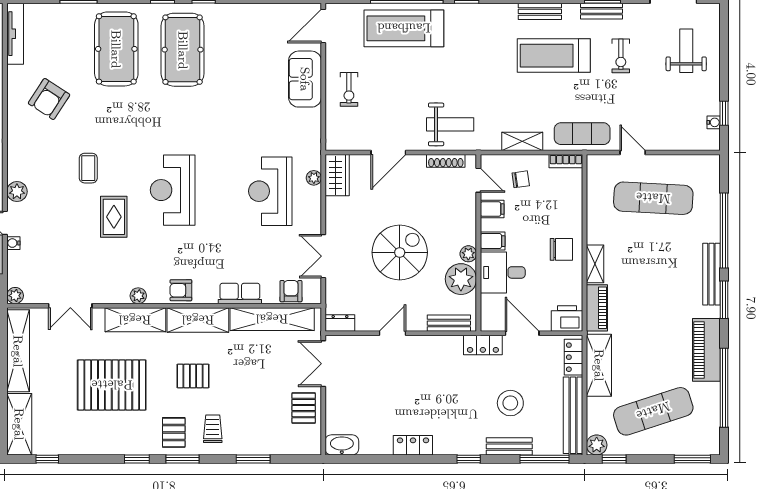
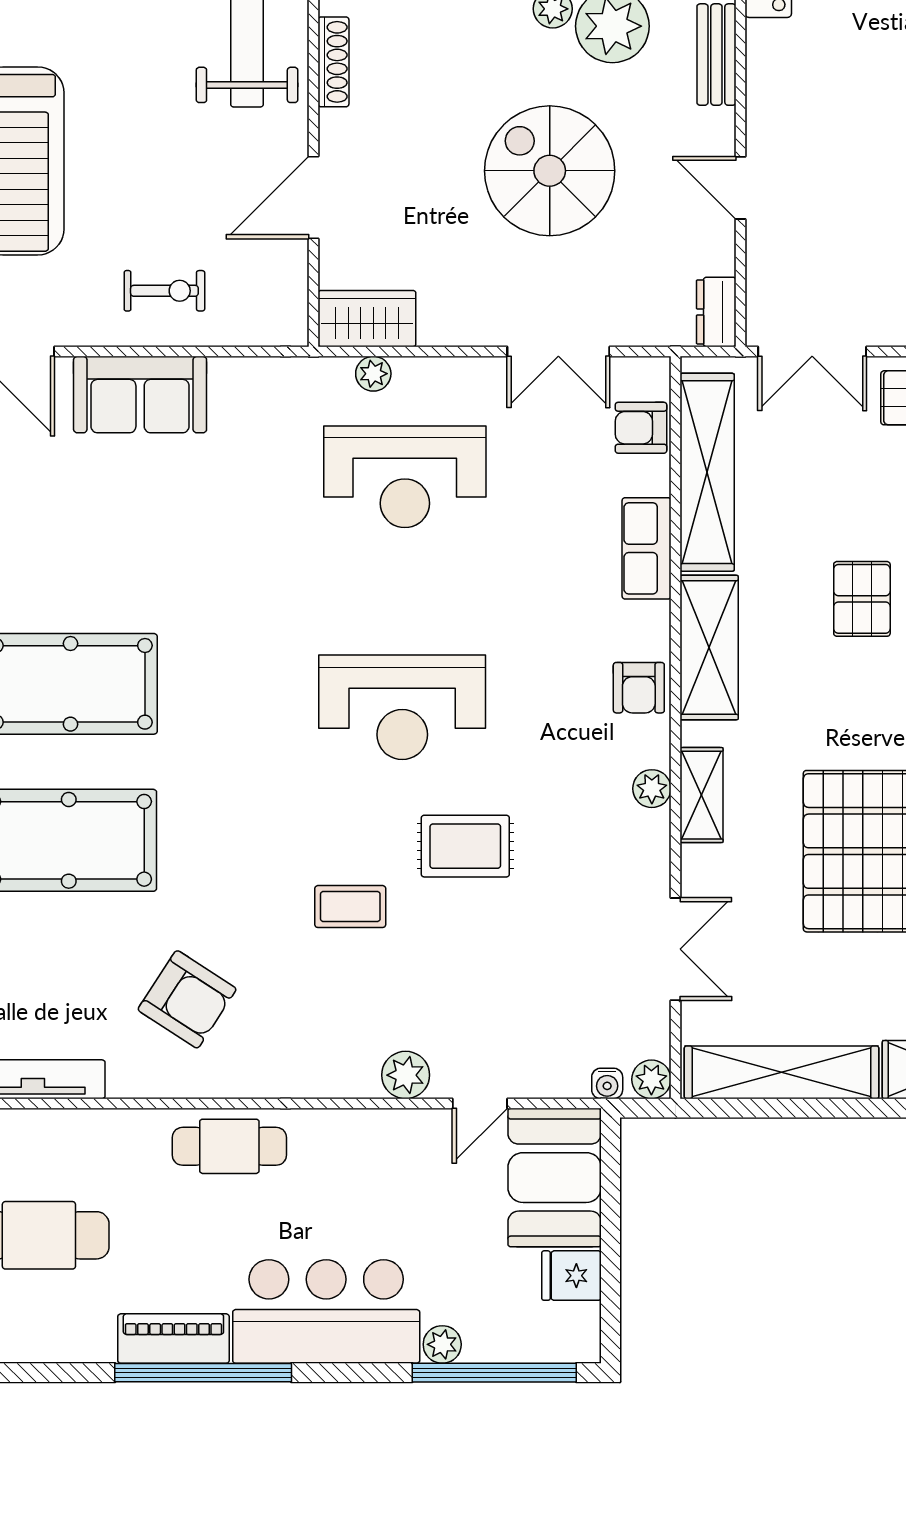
door: (388, 153) -> (313, 198), swing flipped
water cooler: (13, 243) -> (607, 1083), moved
shelving: (135, 320) -> (702, 795), width x0.67, depth x0.75
pallet: (193, 376) -> (862, 599), moved

